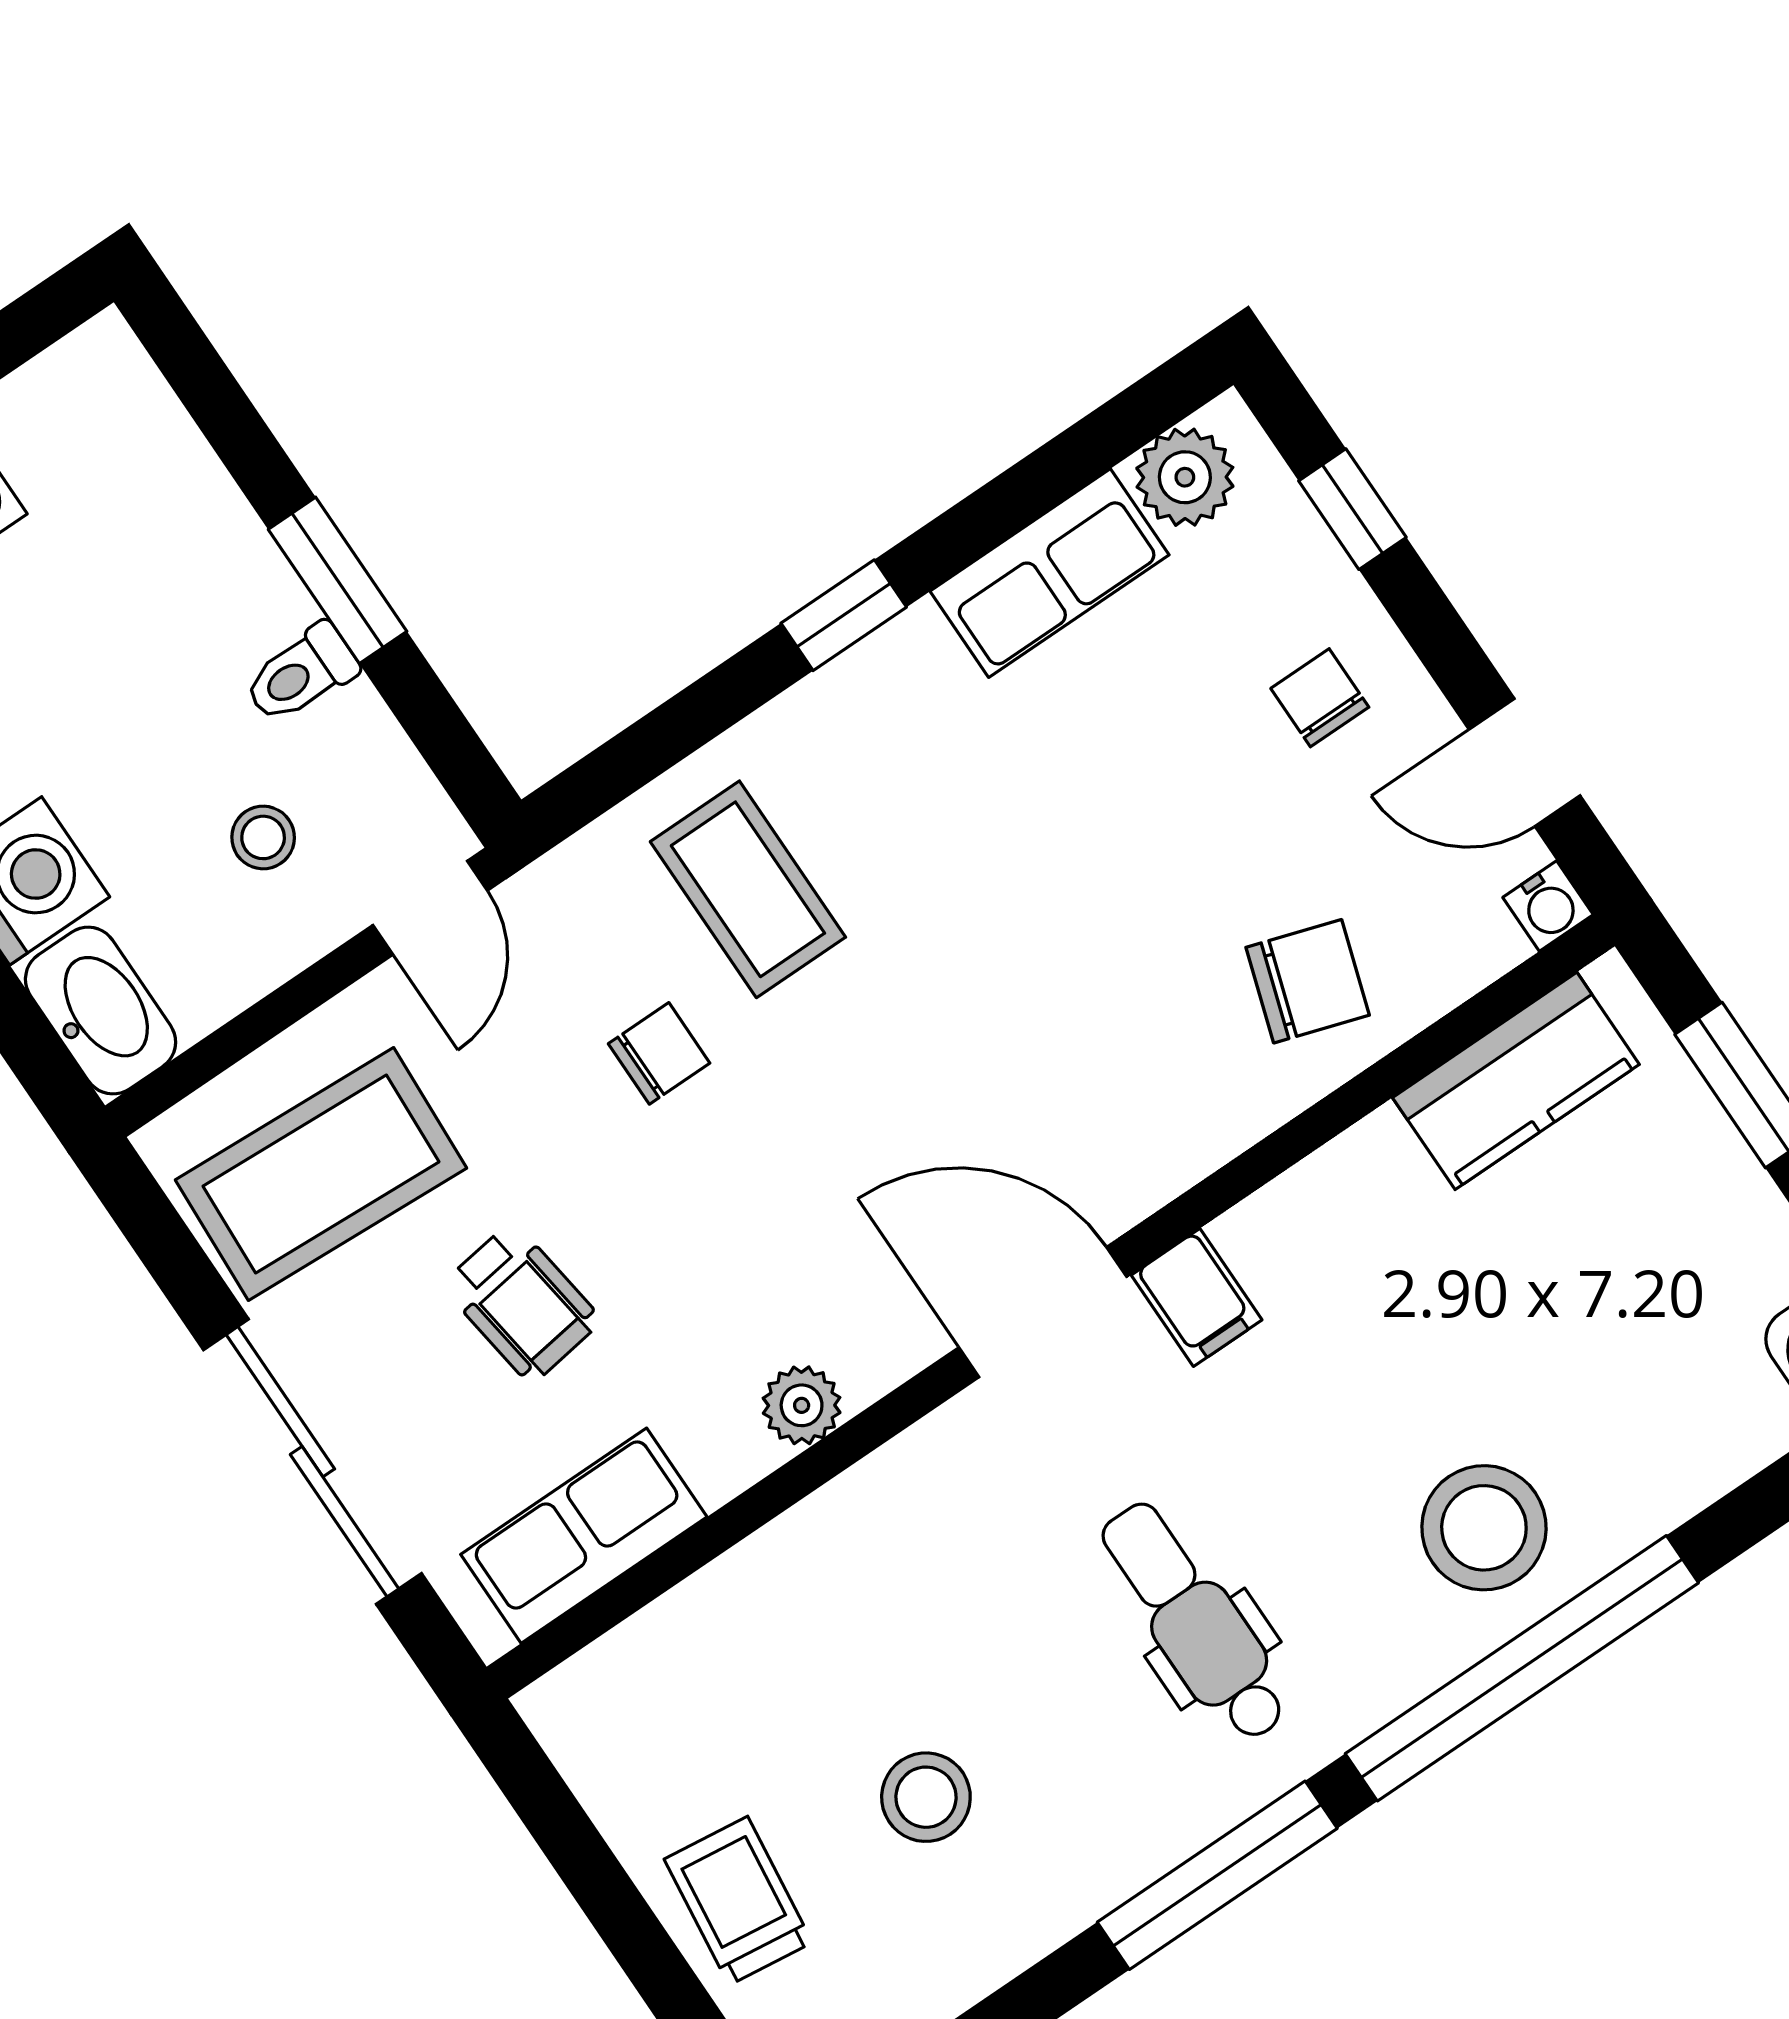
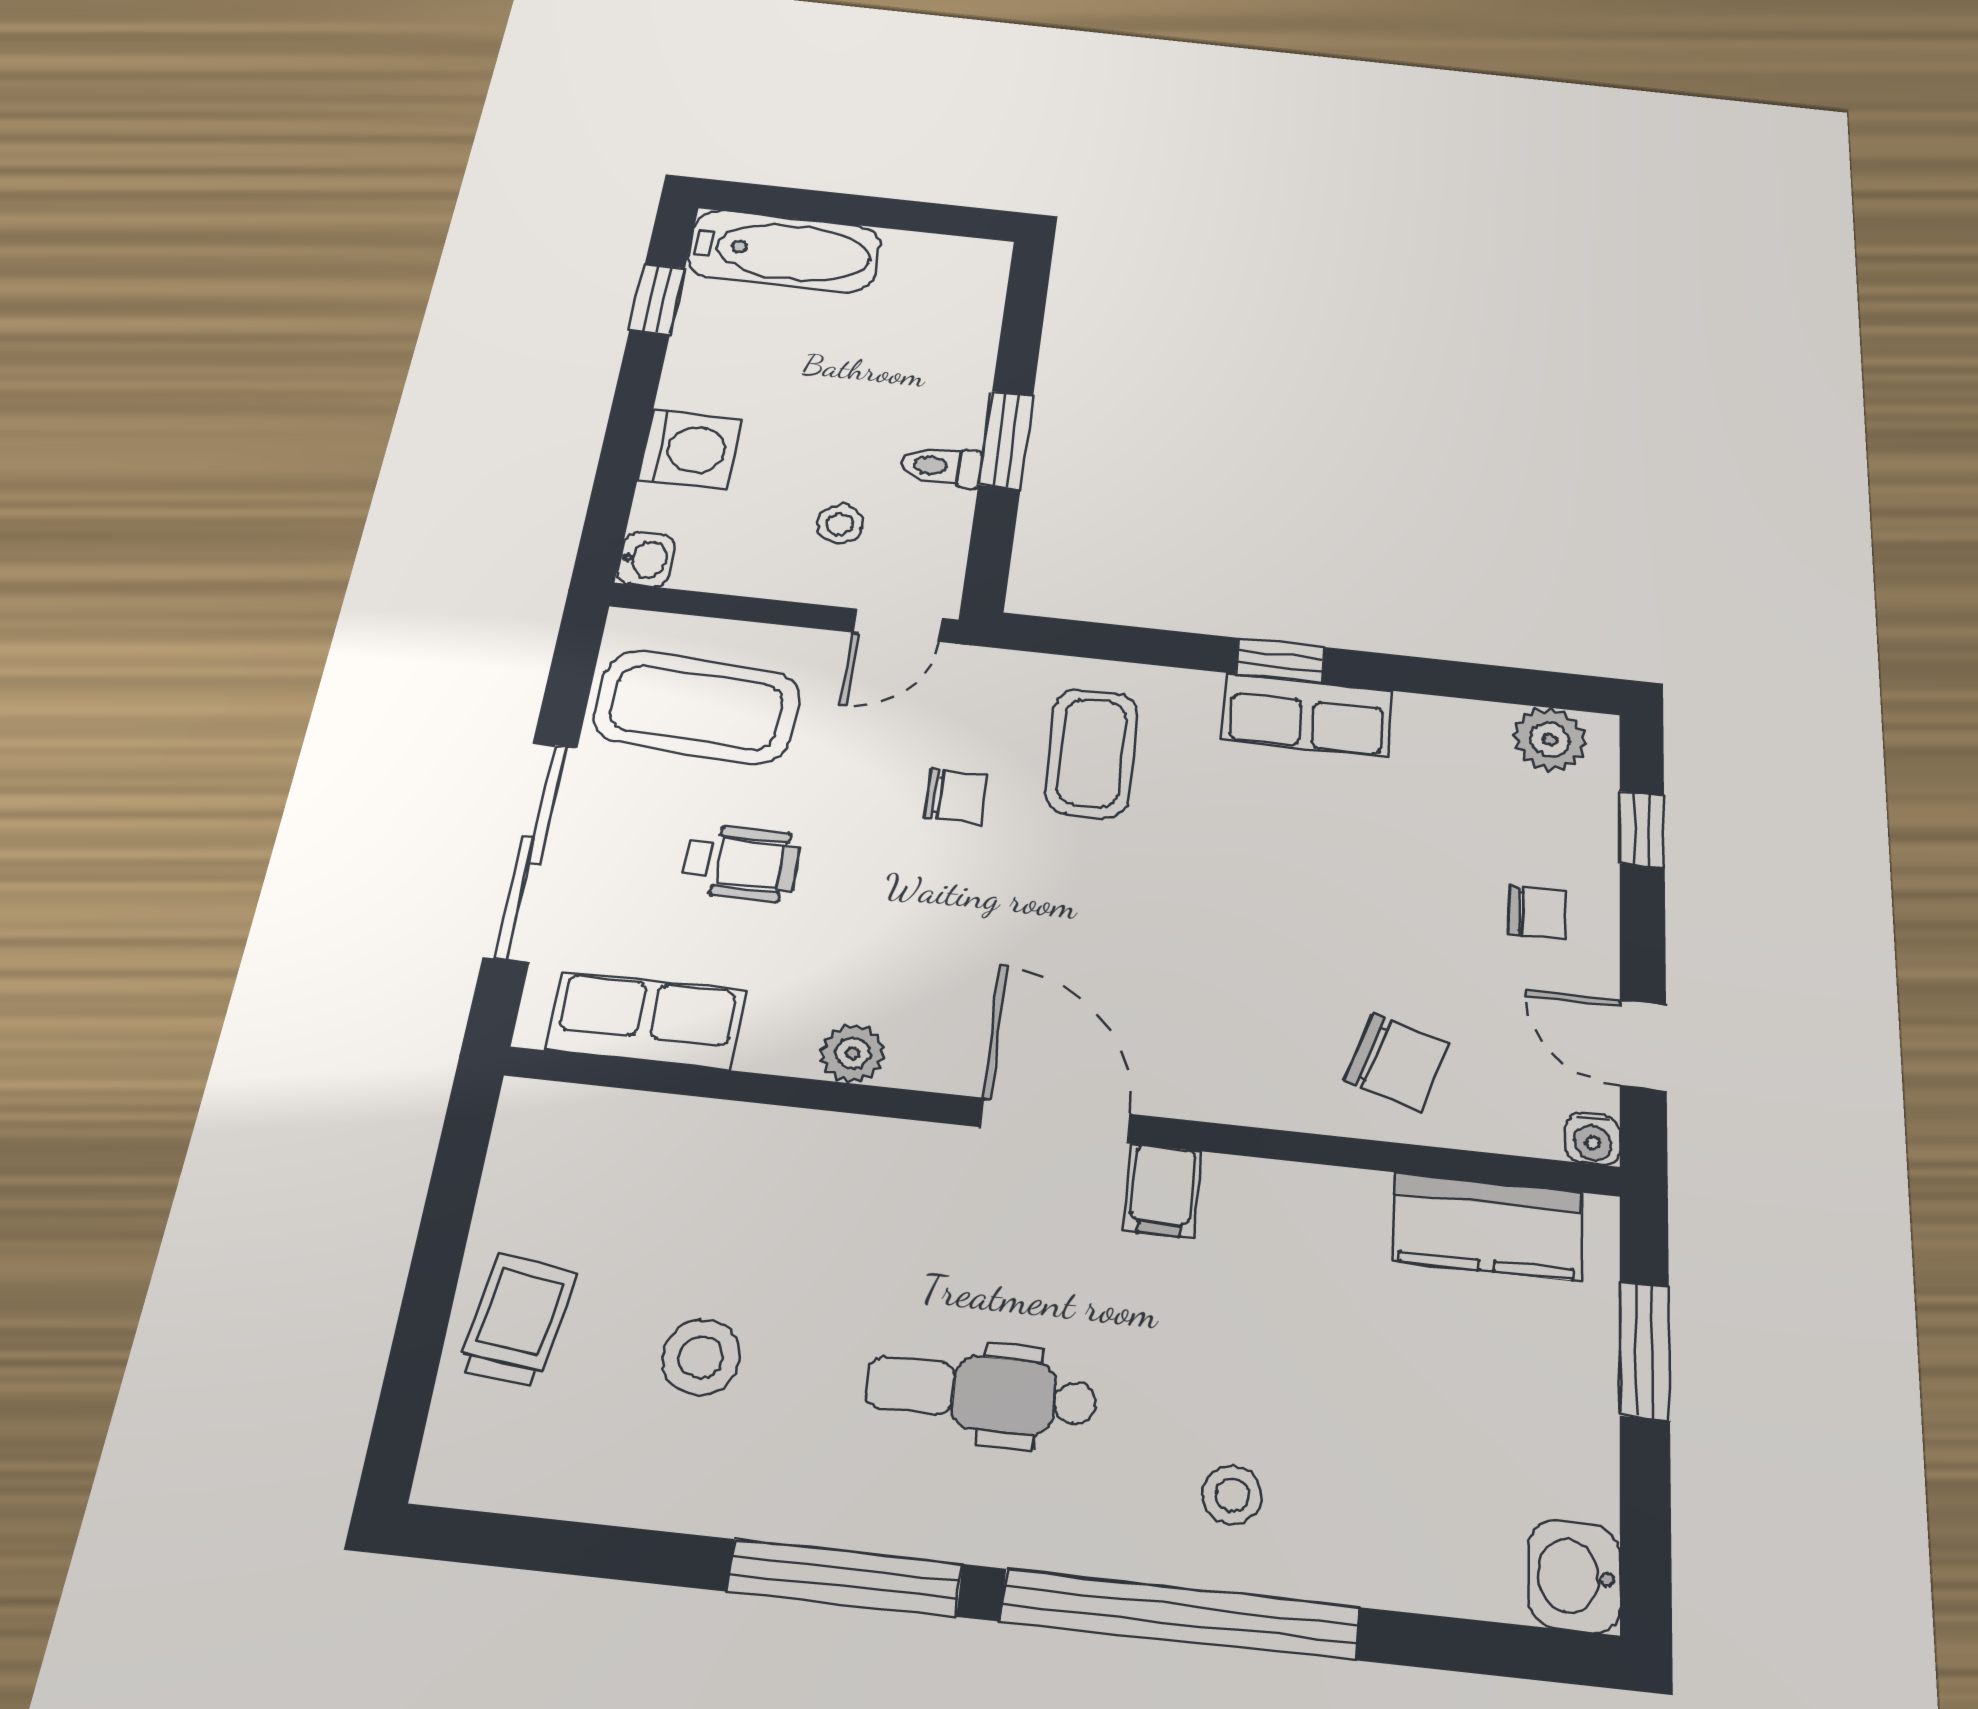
row of seats: (1050, 573) -> (1307, 715), moved
chair: (1320, 698) -> (1537, 913), turned 90
washbasin: (101, 1011) -> (646, 559), width x0.52, depth x0.69
wheelchair: (522, 1303) -> (741, 863), turned -82
stool: (1484, 1528) -> (1232, 1495), width x0.53, depth x0.53
dental chair: (1194, 1622) -> (981, 1393), turned -90

